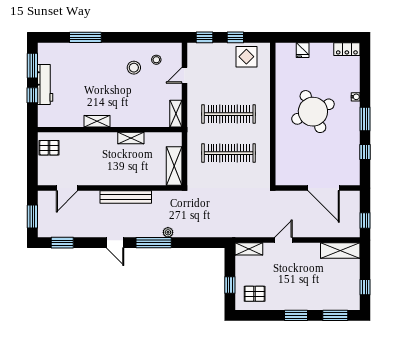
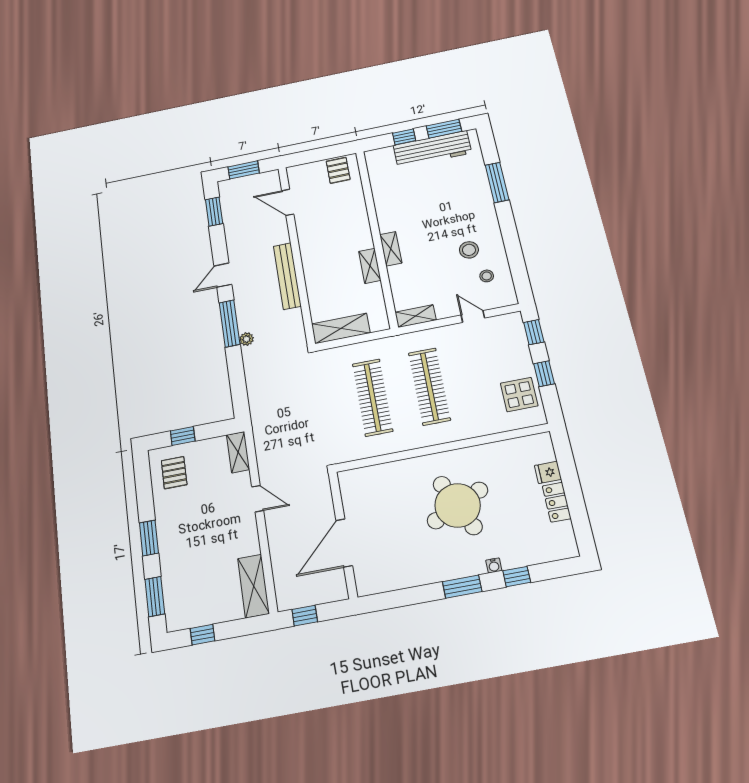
locker: (347, 49) -> (557, 502), moved
workbench: (45, 84) -> (432, 149), width x1.36, depth x1.32
shelving: (97, 121) -> (391, 249), moved
window: (365, 152) -> (517, 577), moved

